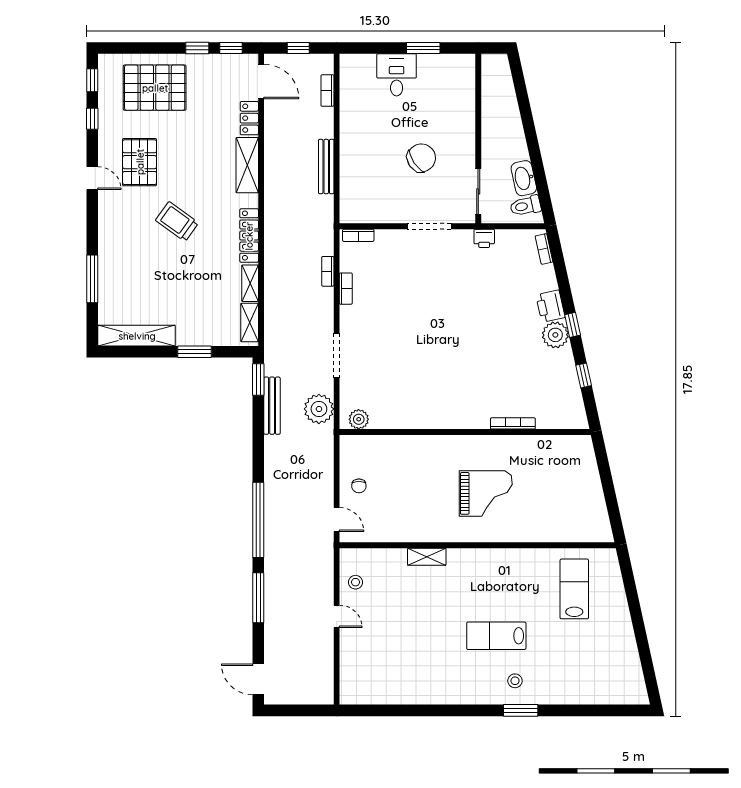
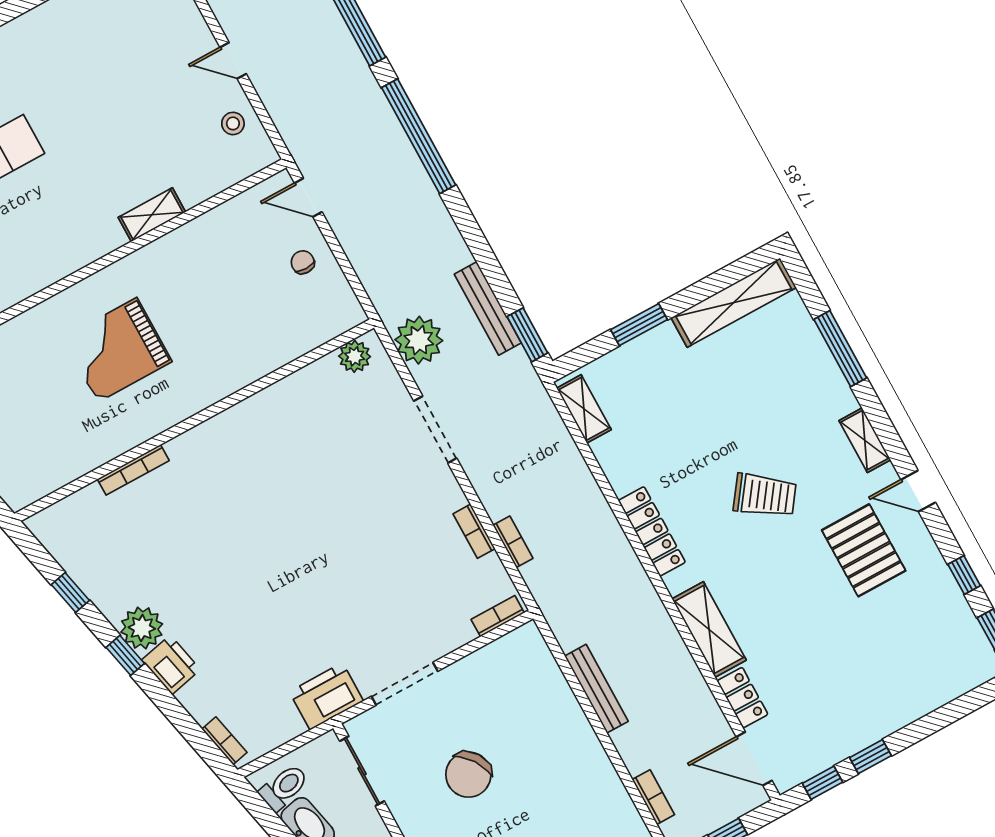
pallet: (155, 88) -> (900, 667), removed
printer: (484, 238) -> (326, 696), width x1.87, depth x1.48
shelving: (250, 283) -> (865, 440), moved

